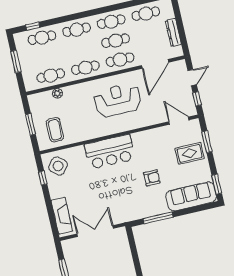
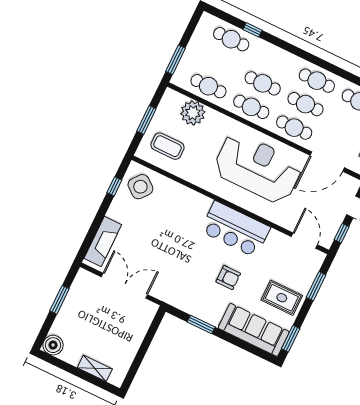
window: (33, 26) -> (252, 30), moved
cafe table: (77, 30) -> (263, 83), moved
window: (16, 62) -> (176, 60), moved
plant: (57, 93) -> (193, 113), width x1.87, depth x1.87
reception desk: (118, 100) -> (258, 168), width x1.36, depth x1.30
coffee table: (55, 130) -> (167, 146), turned 90
bar counter: (110, 152) -> (235, 229), moved
rug: (190, 153) -> (282, 298), moved
window: (158, 218) -> (201, 324), width x0.69

